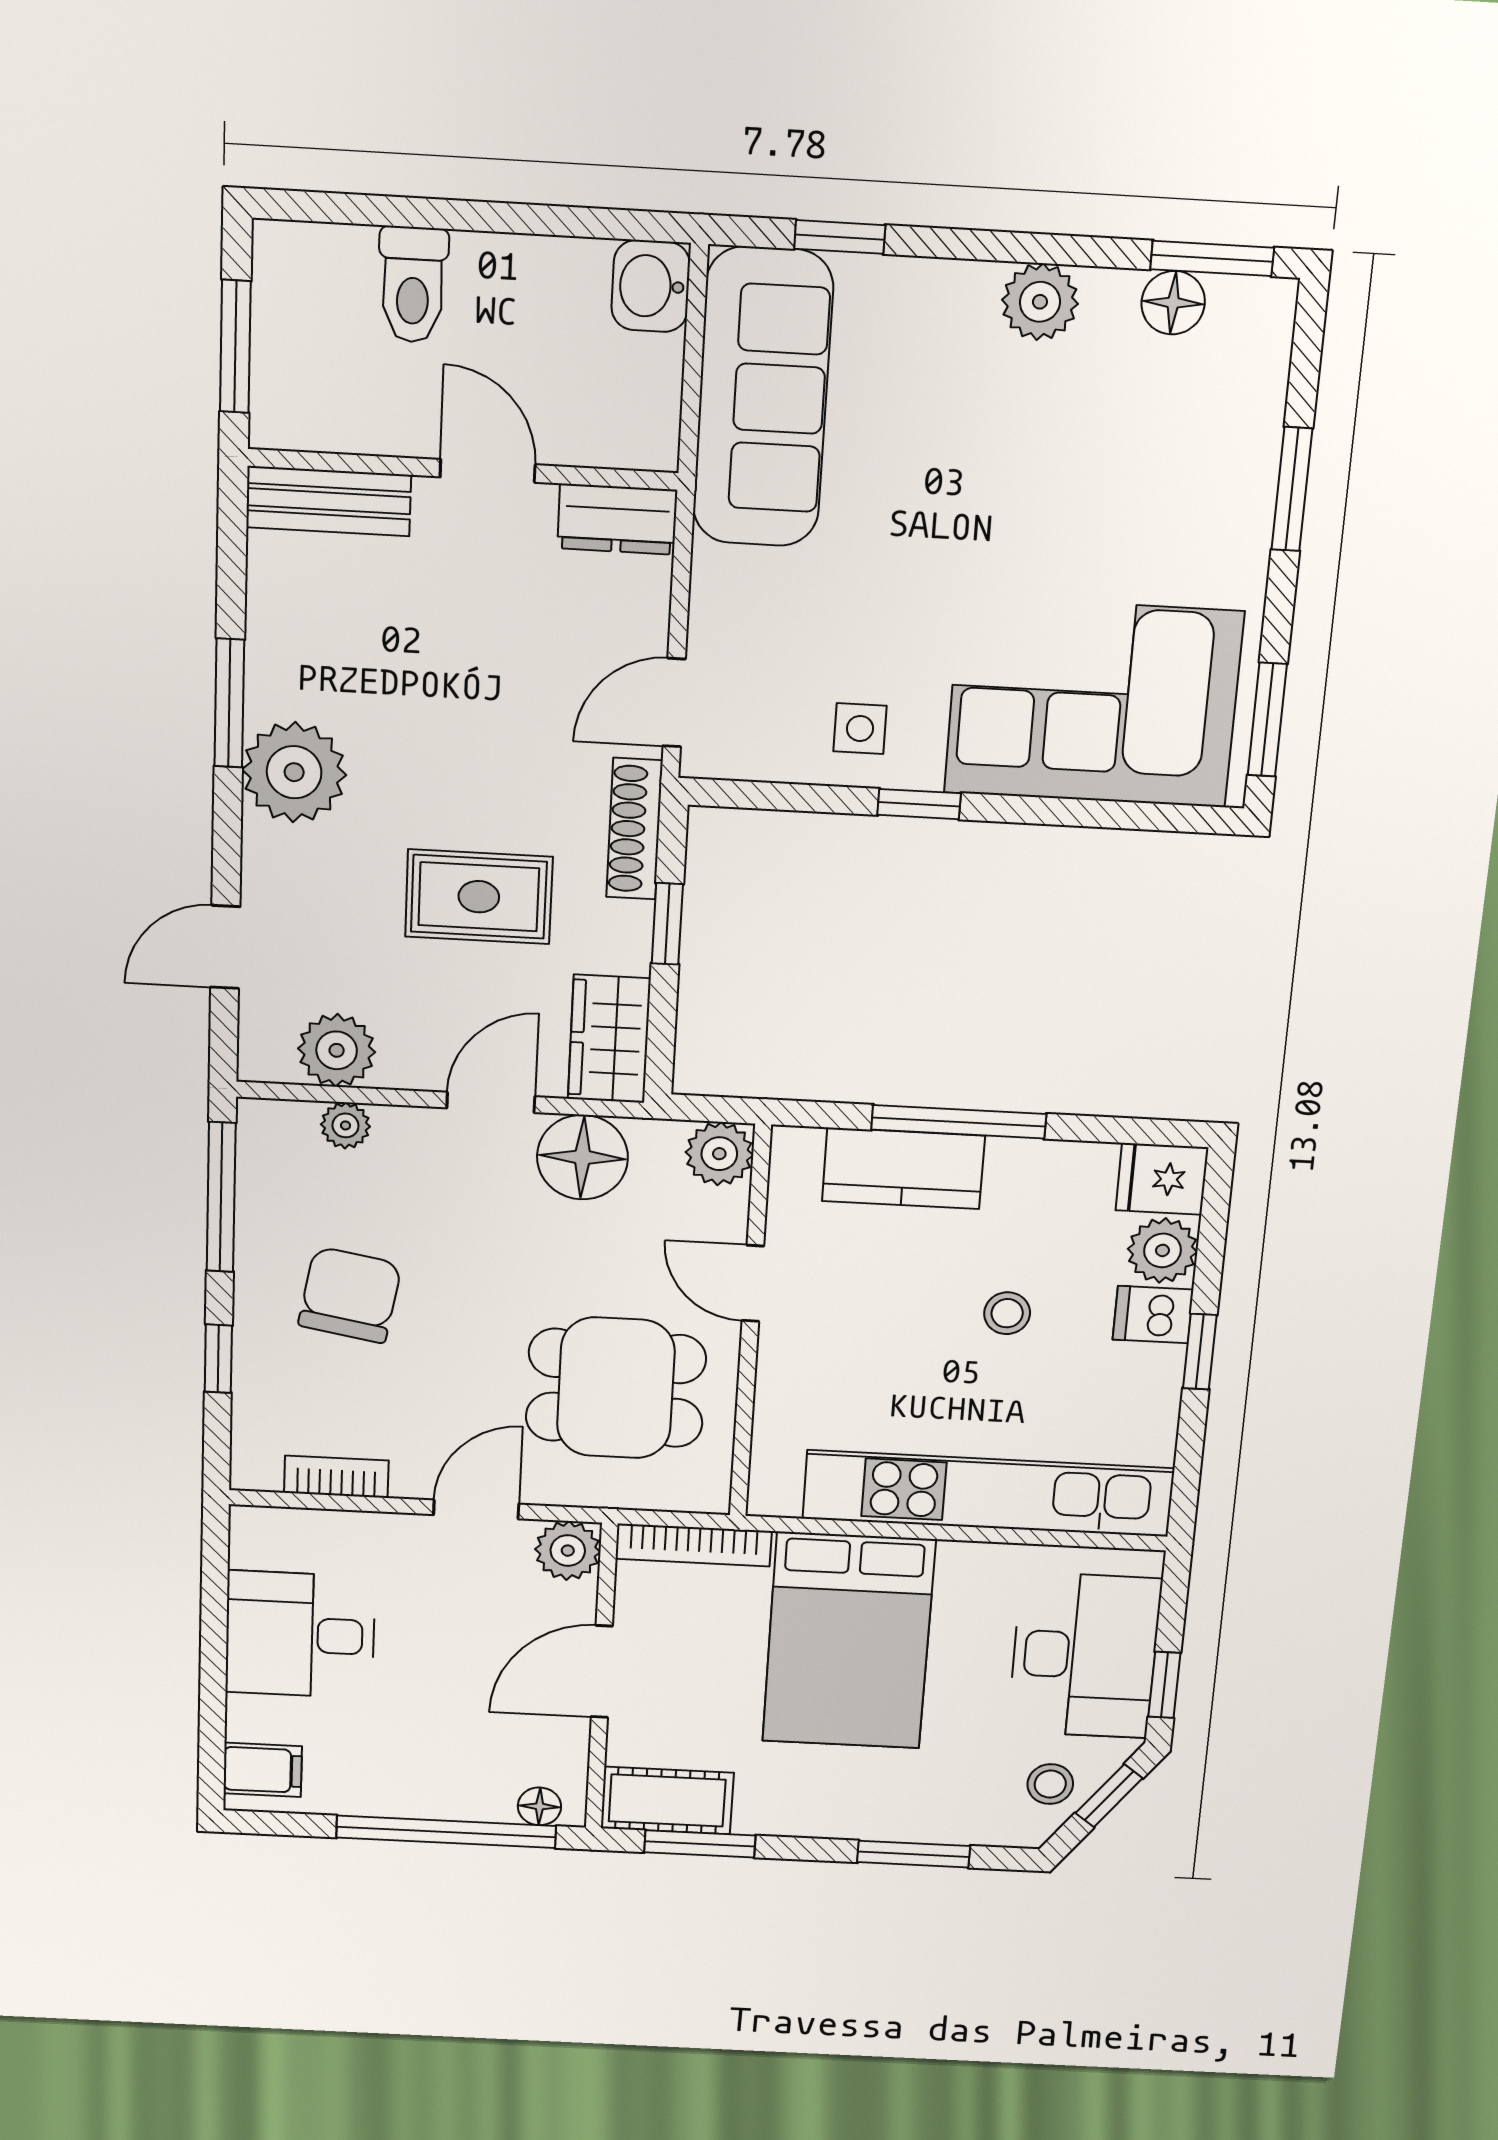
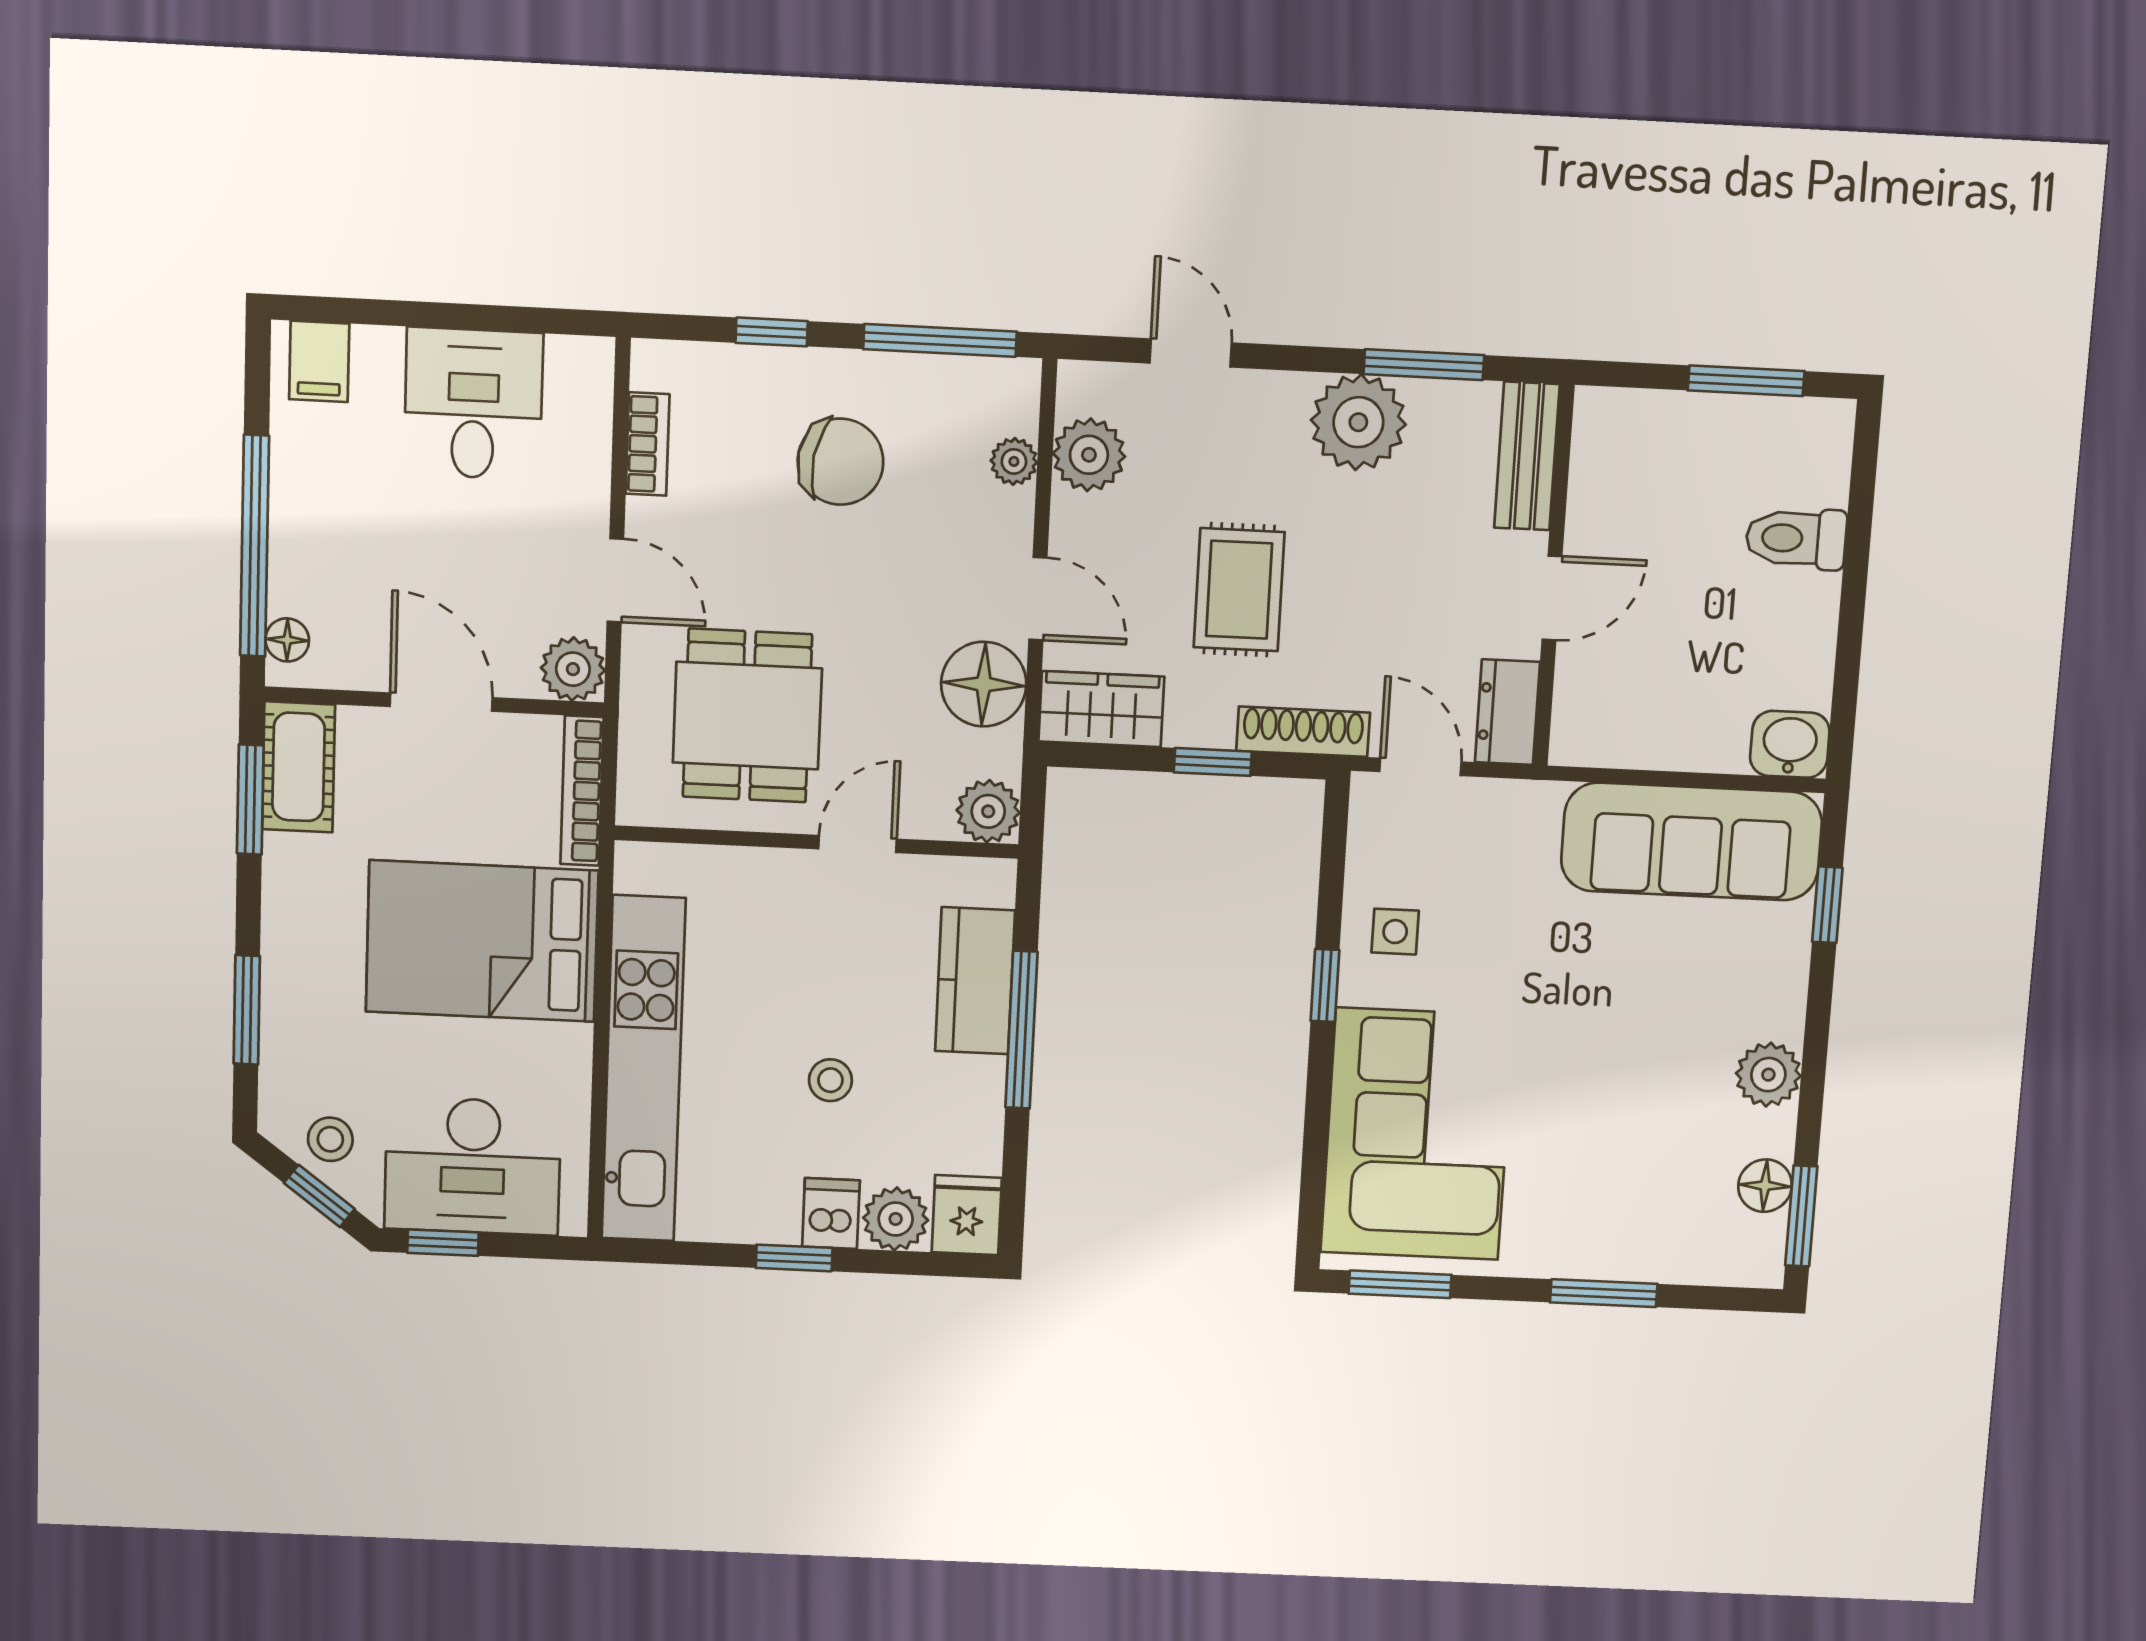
wall: (463, 469) -> (1554, 576), moved
door: (488, 471) -> (1552, 598), moved
bench: (329, 501) -> (1527, 456), moved
dresser: (617, 519) -> (1507, 712), moved

